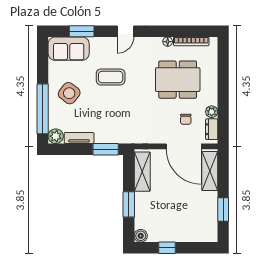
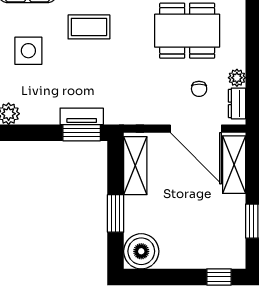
side table: (69, 93) -> (28, 51), turned -38
tv unit: (79, 138) -> (82, 116), moved
boiler: (141, 236) -> (141, 251), width x1.86, depth x1.86
window: (167, 248) -> (219, 277), moved

